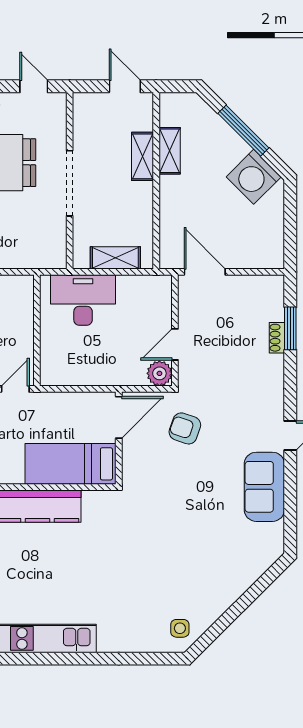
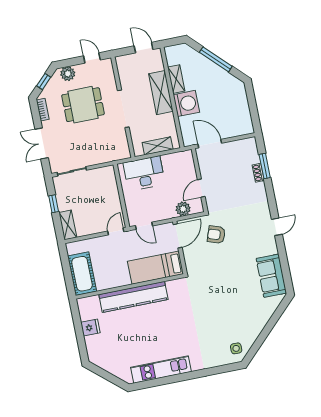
shelving: (143, 156) -> (161, 93), width x1.50, depth x1.33
washing machine: (254, 177) -> (186, 103), moved, turned -135
plant: (159, 373) -> (183, 209), moved
door: (65, 389) -> (144, 226), added
sofa: (264, 487) -> (271, 276), moved

